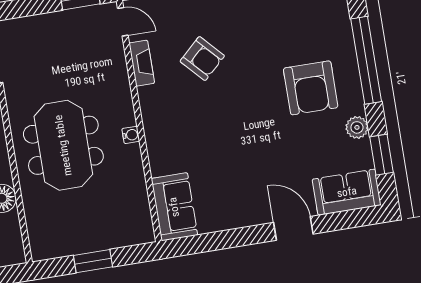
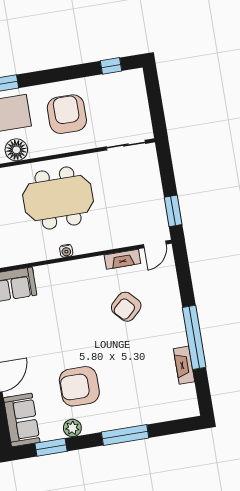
window: (366, 60) -> (125, 435), width x0.68
armchair: (311, 88) -> (79, 386), moved

